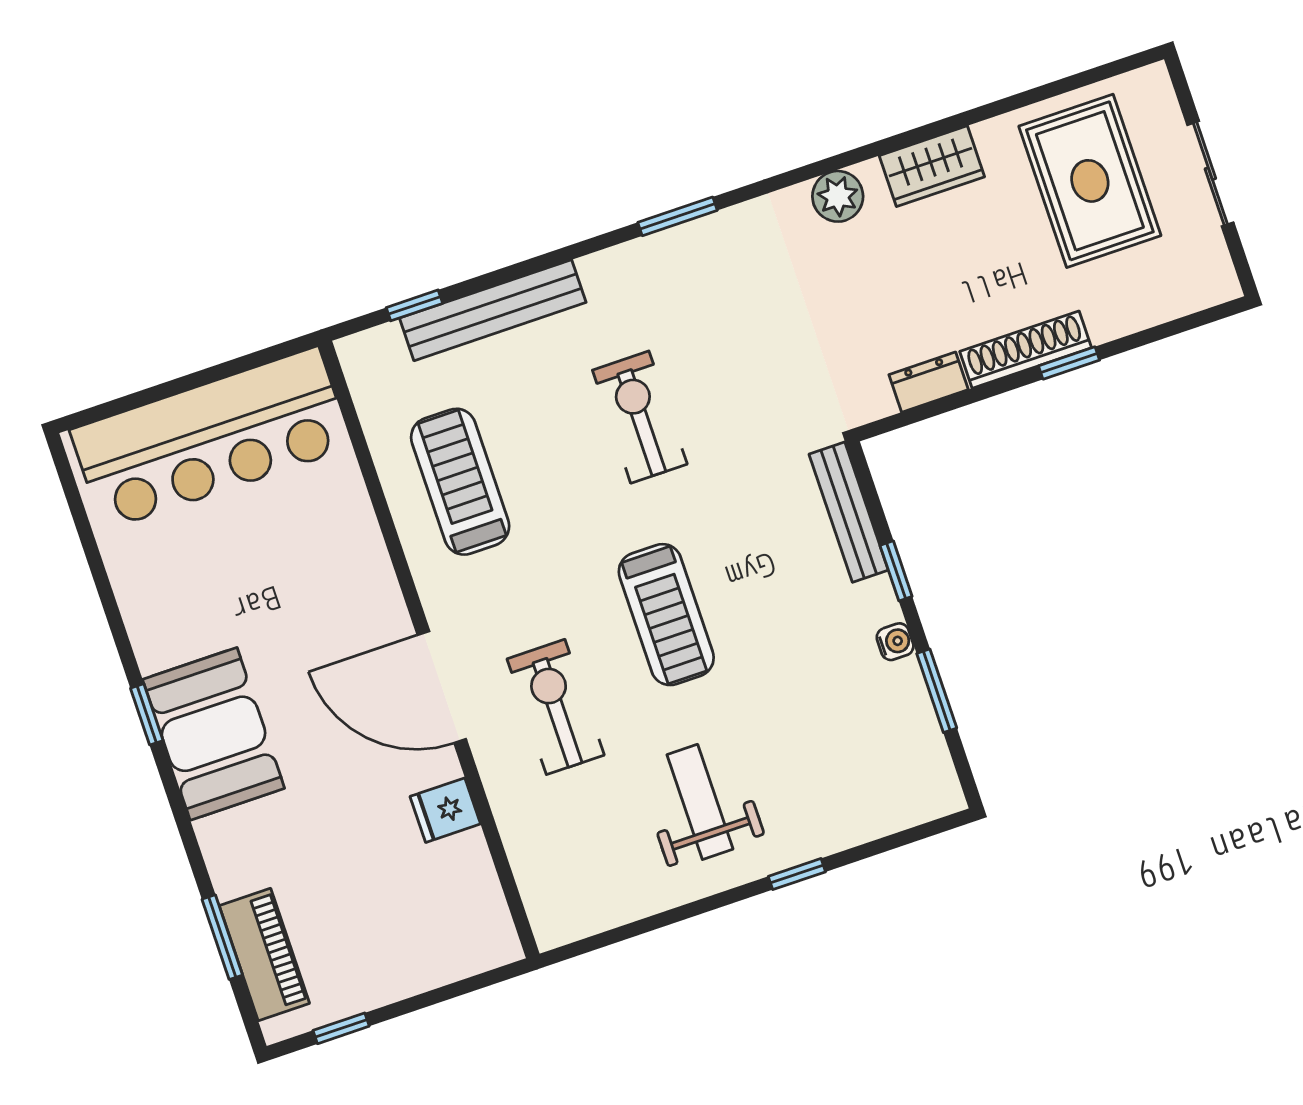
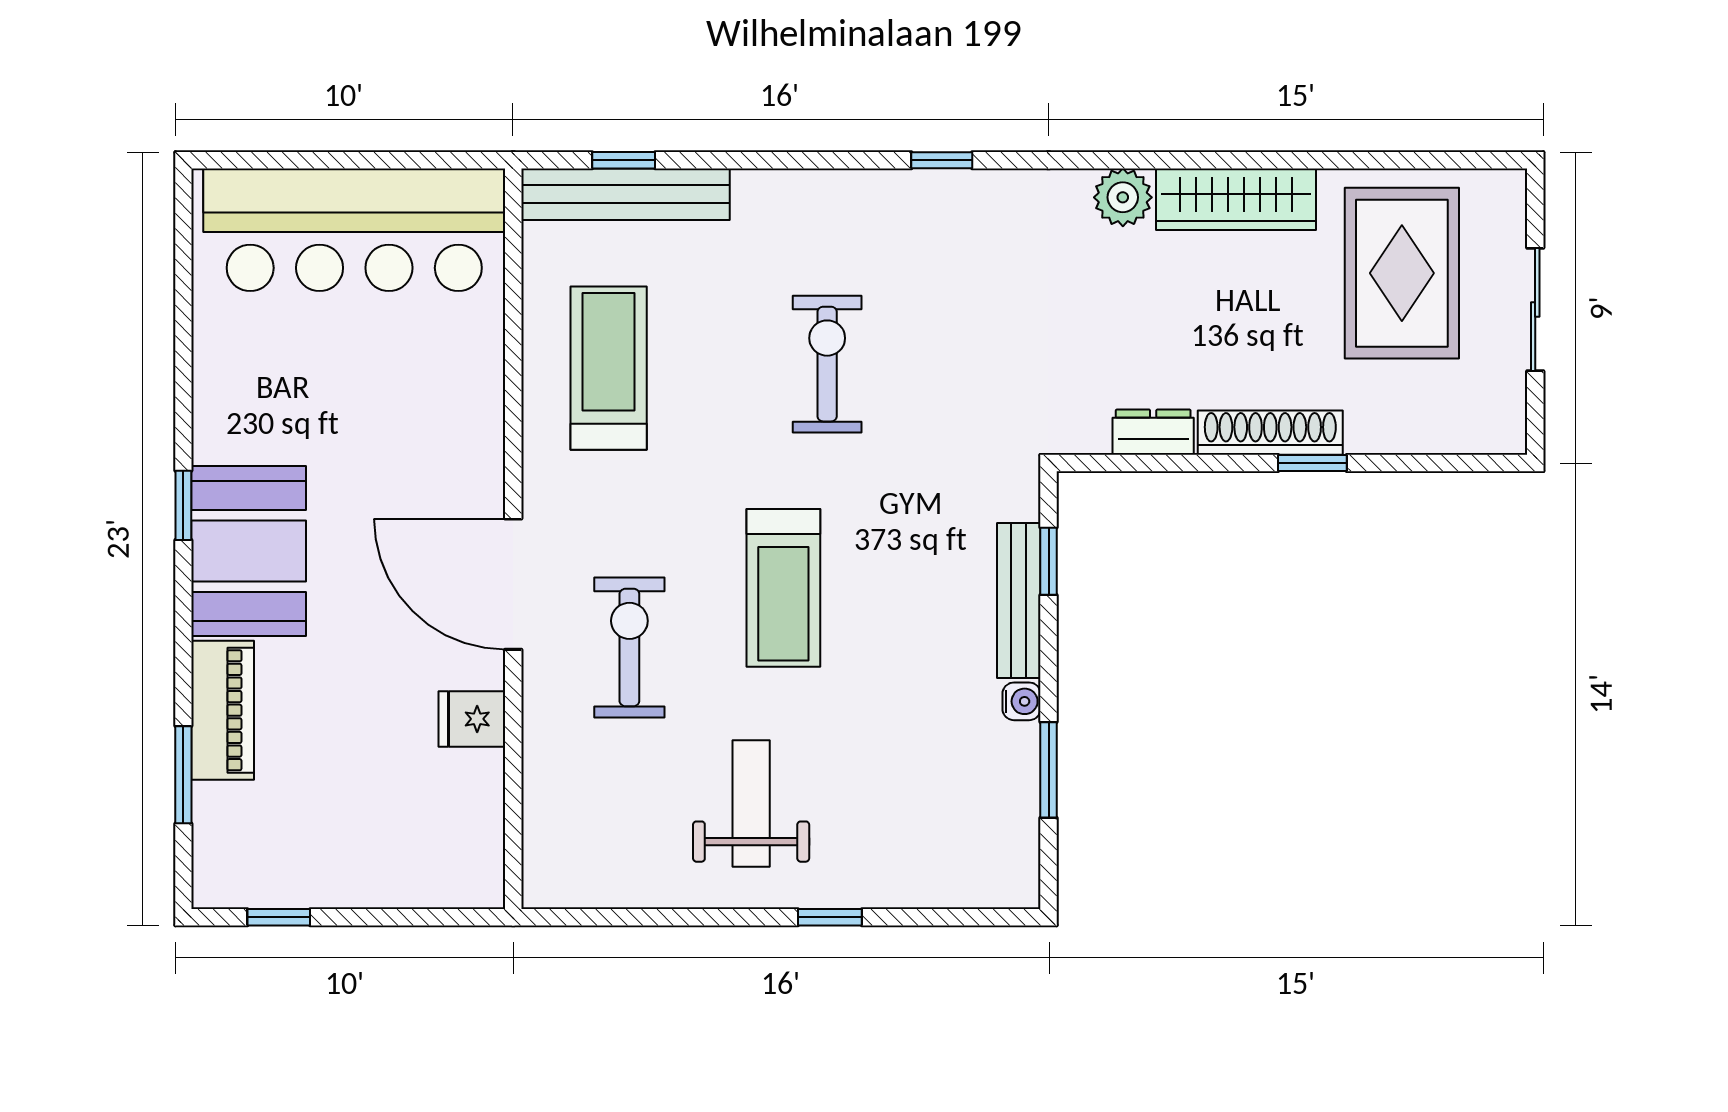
wardrobe: (932, 166) -> (1236, 199), width x1.50
window: (678, 216) -> (942, 160), width x0.67
bench: (493, 310) -> (625, 194), moved
bench: (849, 512) -> (1019, 601), moved
window: (896, 571) -> (1049, 561), moved
piano: (264, 955) -> (223, 710), moved

